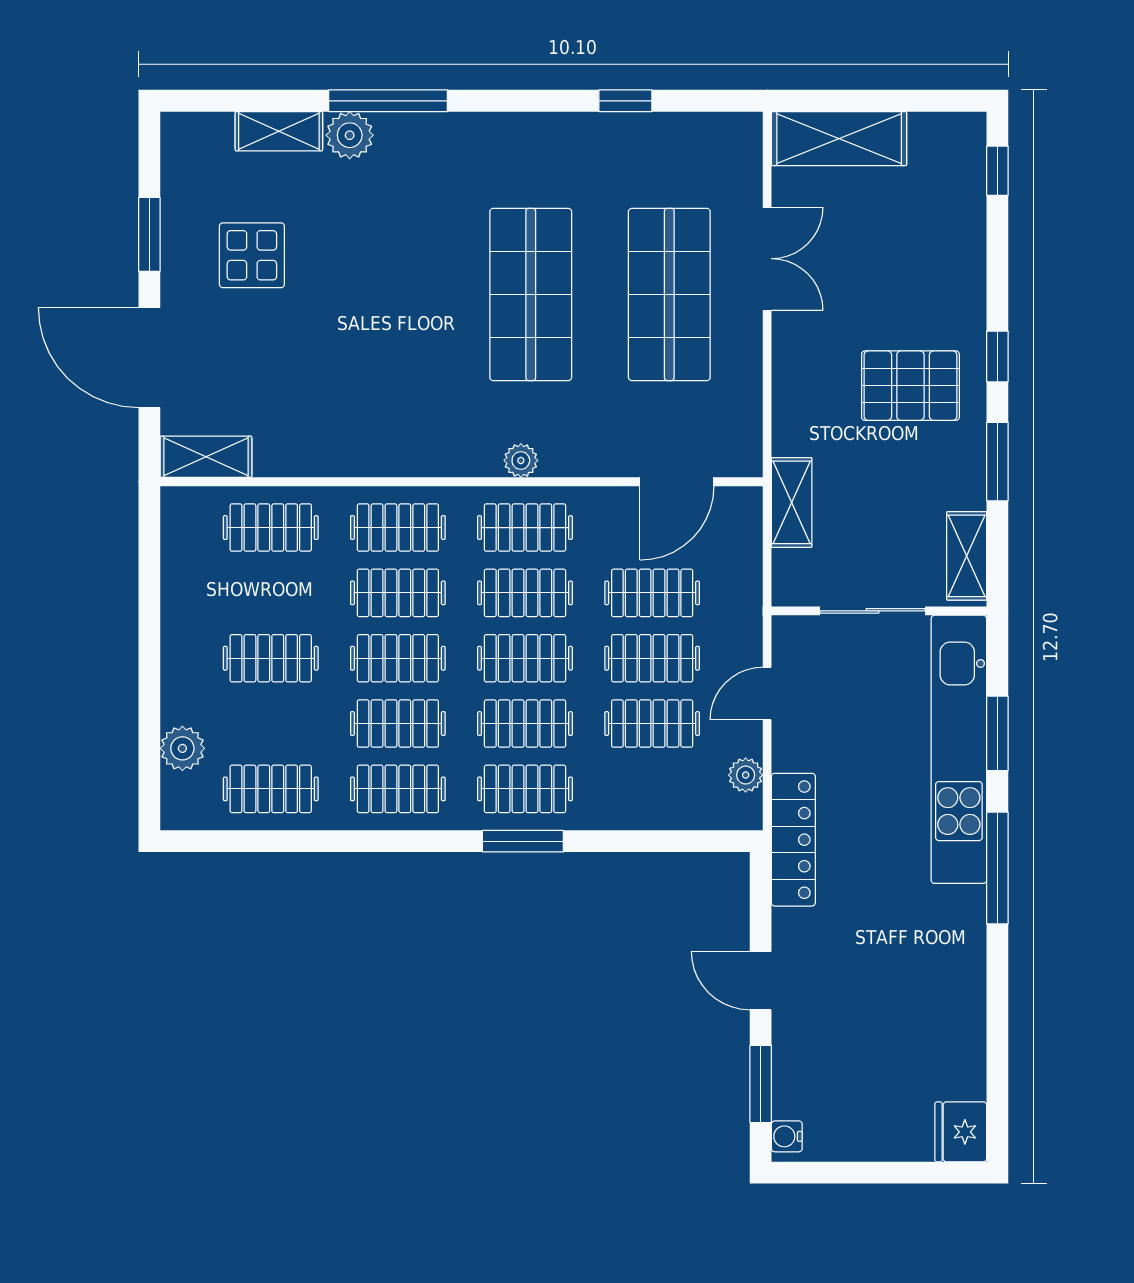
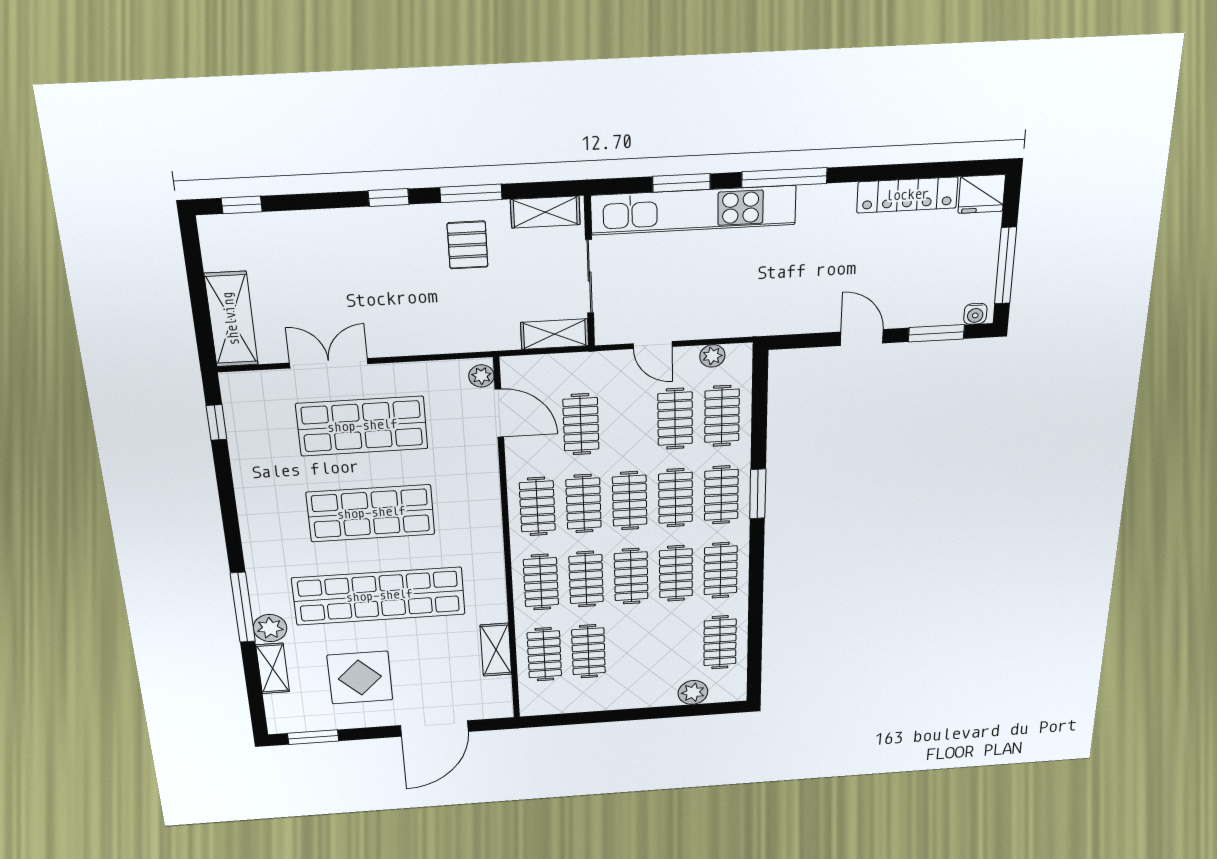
window: (625, 101) -> (216, 422), moved
window: (149, 234) -> (313, 737), moved
display table: (252, 255) -> (360, 678), width x1.36, depth x1.36
shop shelf: (392, 294) -> (379, 596), added
pallet: (910, 386) -> (468, 245), moved, width x0.67, depth x0.71
shelving: (206, 457) -> (496, 650), moved
plant: (521, 460) -> (481, 376), moved
shelving: (792, 502) -> (555, 334), moved
clothes rail: (271, 658) -> (589, 651), moved
clothes rail: (652, 658) -> (722, 416), moved
locker: (793, 840) -> (907, 195), moved, turned 180
door: (761, 981) -> (862, 337), swing flipped
window: (856, 1173) -> (1006, 266), added

